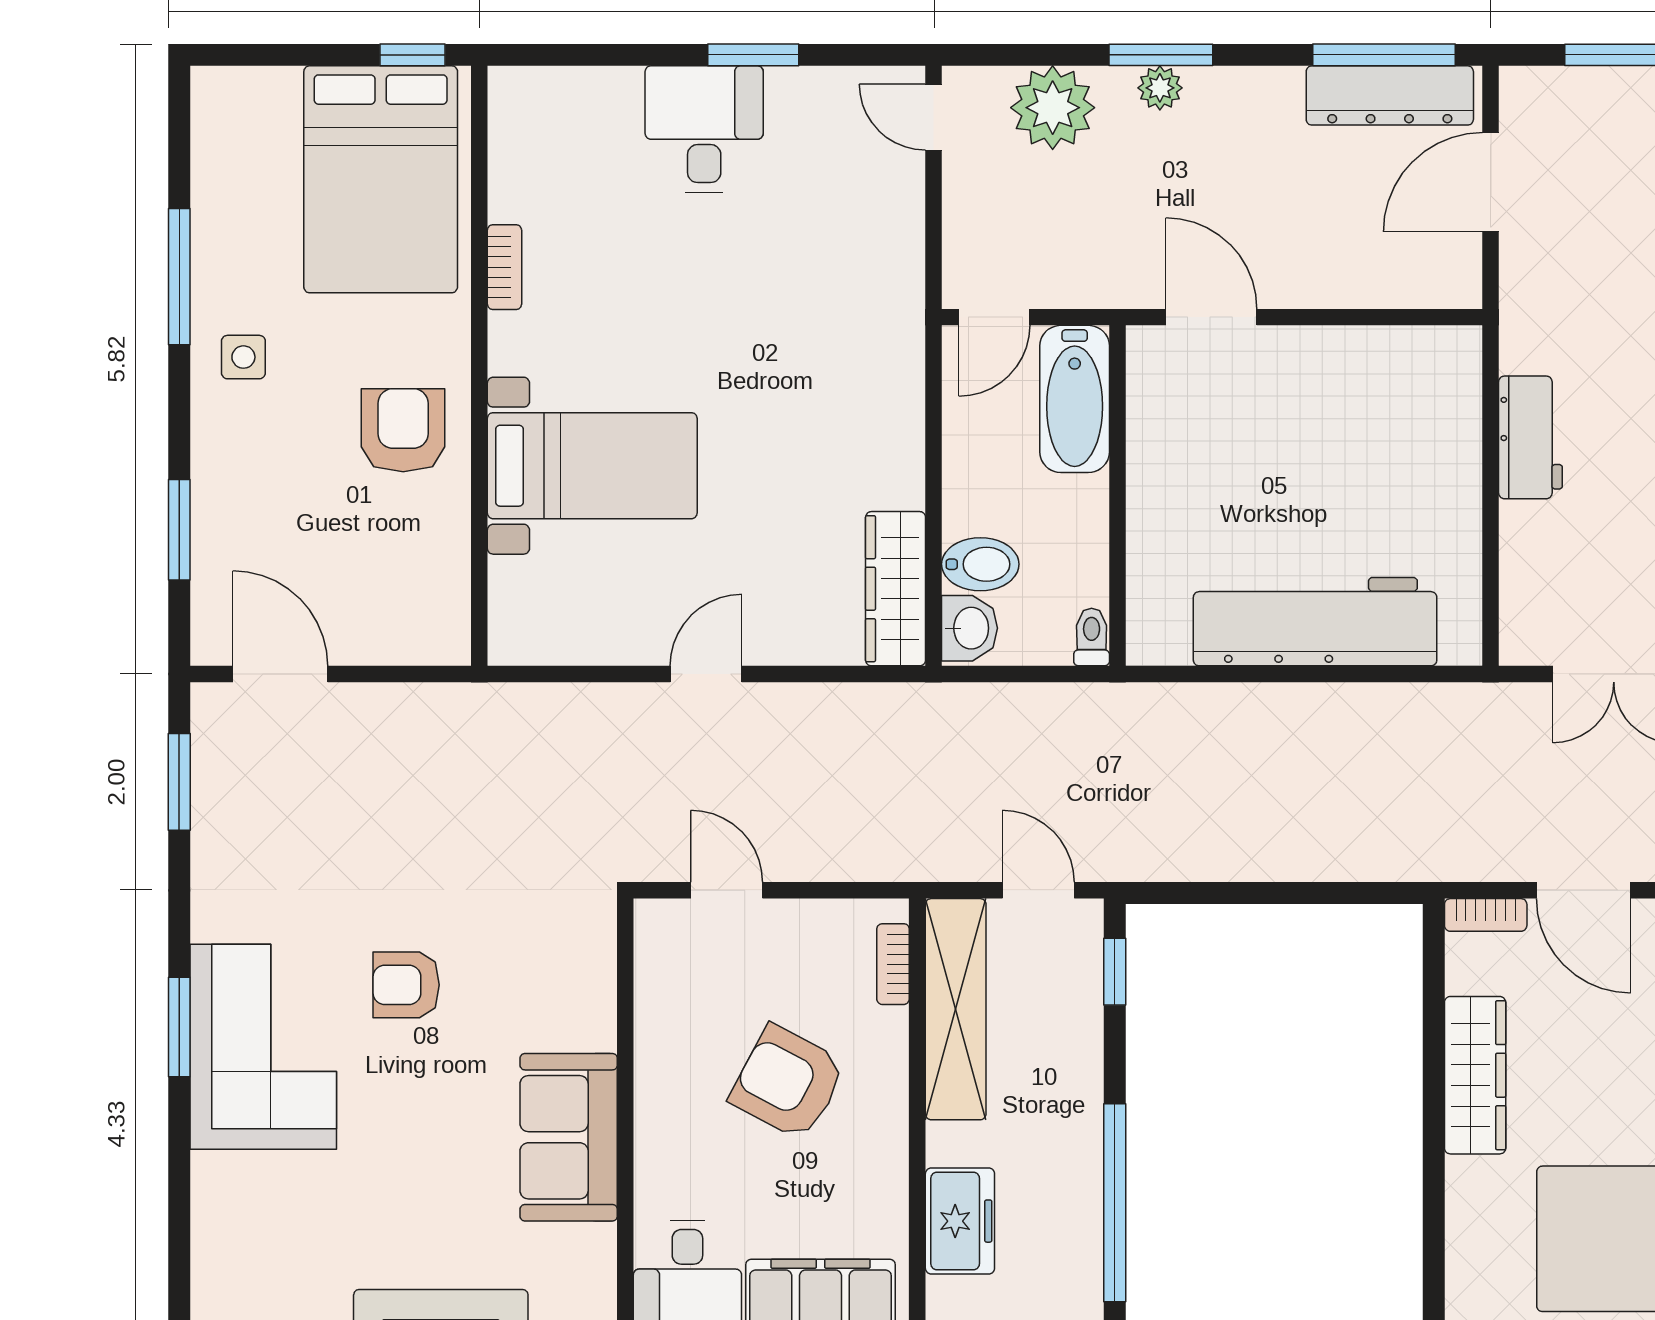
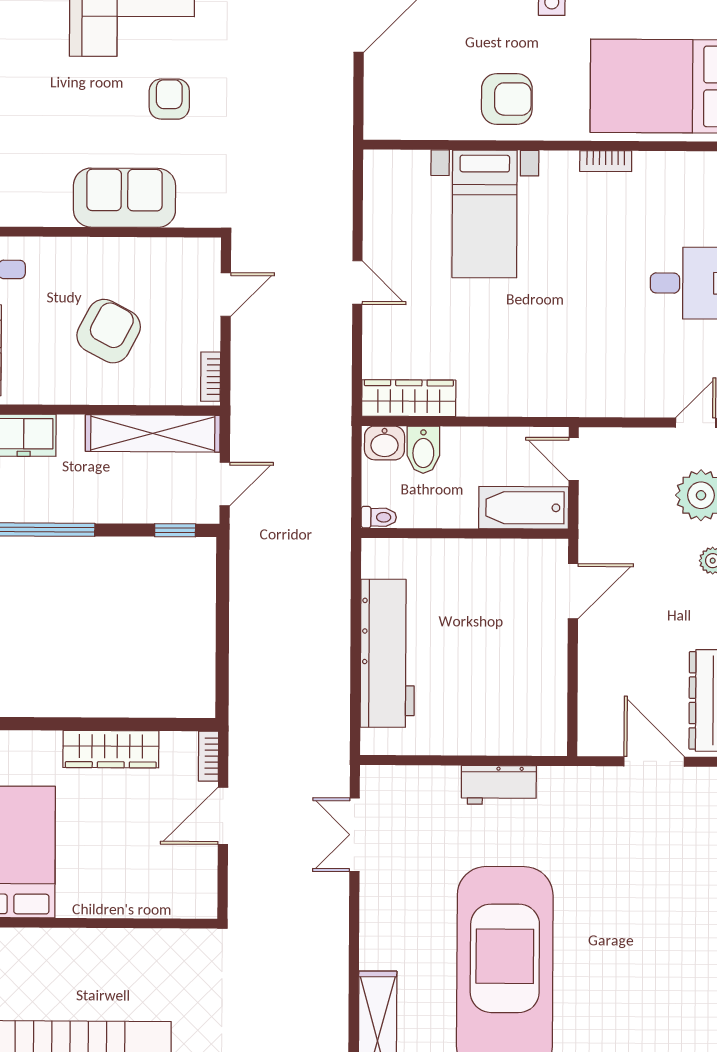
bookcase: (893, 964) -> (211, 377), moved, turned -90
sofa: (569, 1137) -> (124, 198), moved

